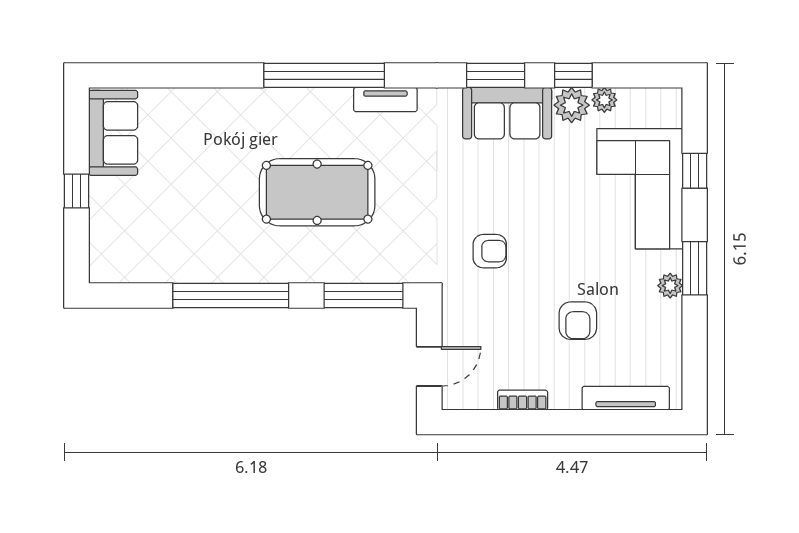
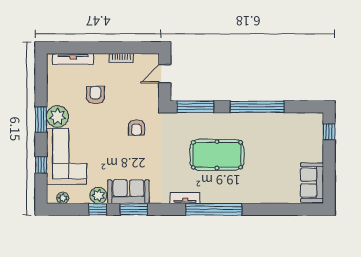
plant: (604, 100) -> (63, 198), moved
window: (77, 191) -> (329, 132), moved
armchair: (490, 251) -> (136, 127), turned -90
plant: (670, 286) -> (58, 116), width x1.87, depth x1.87

